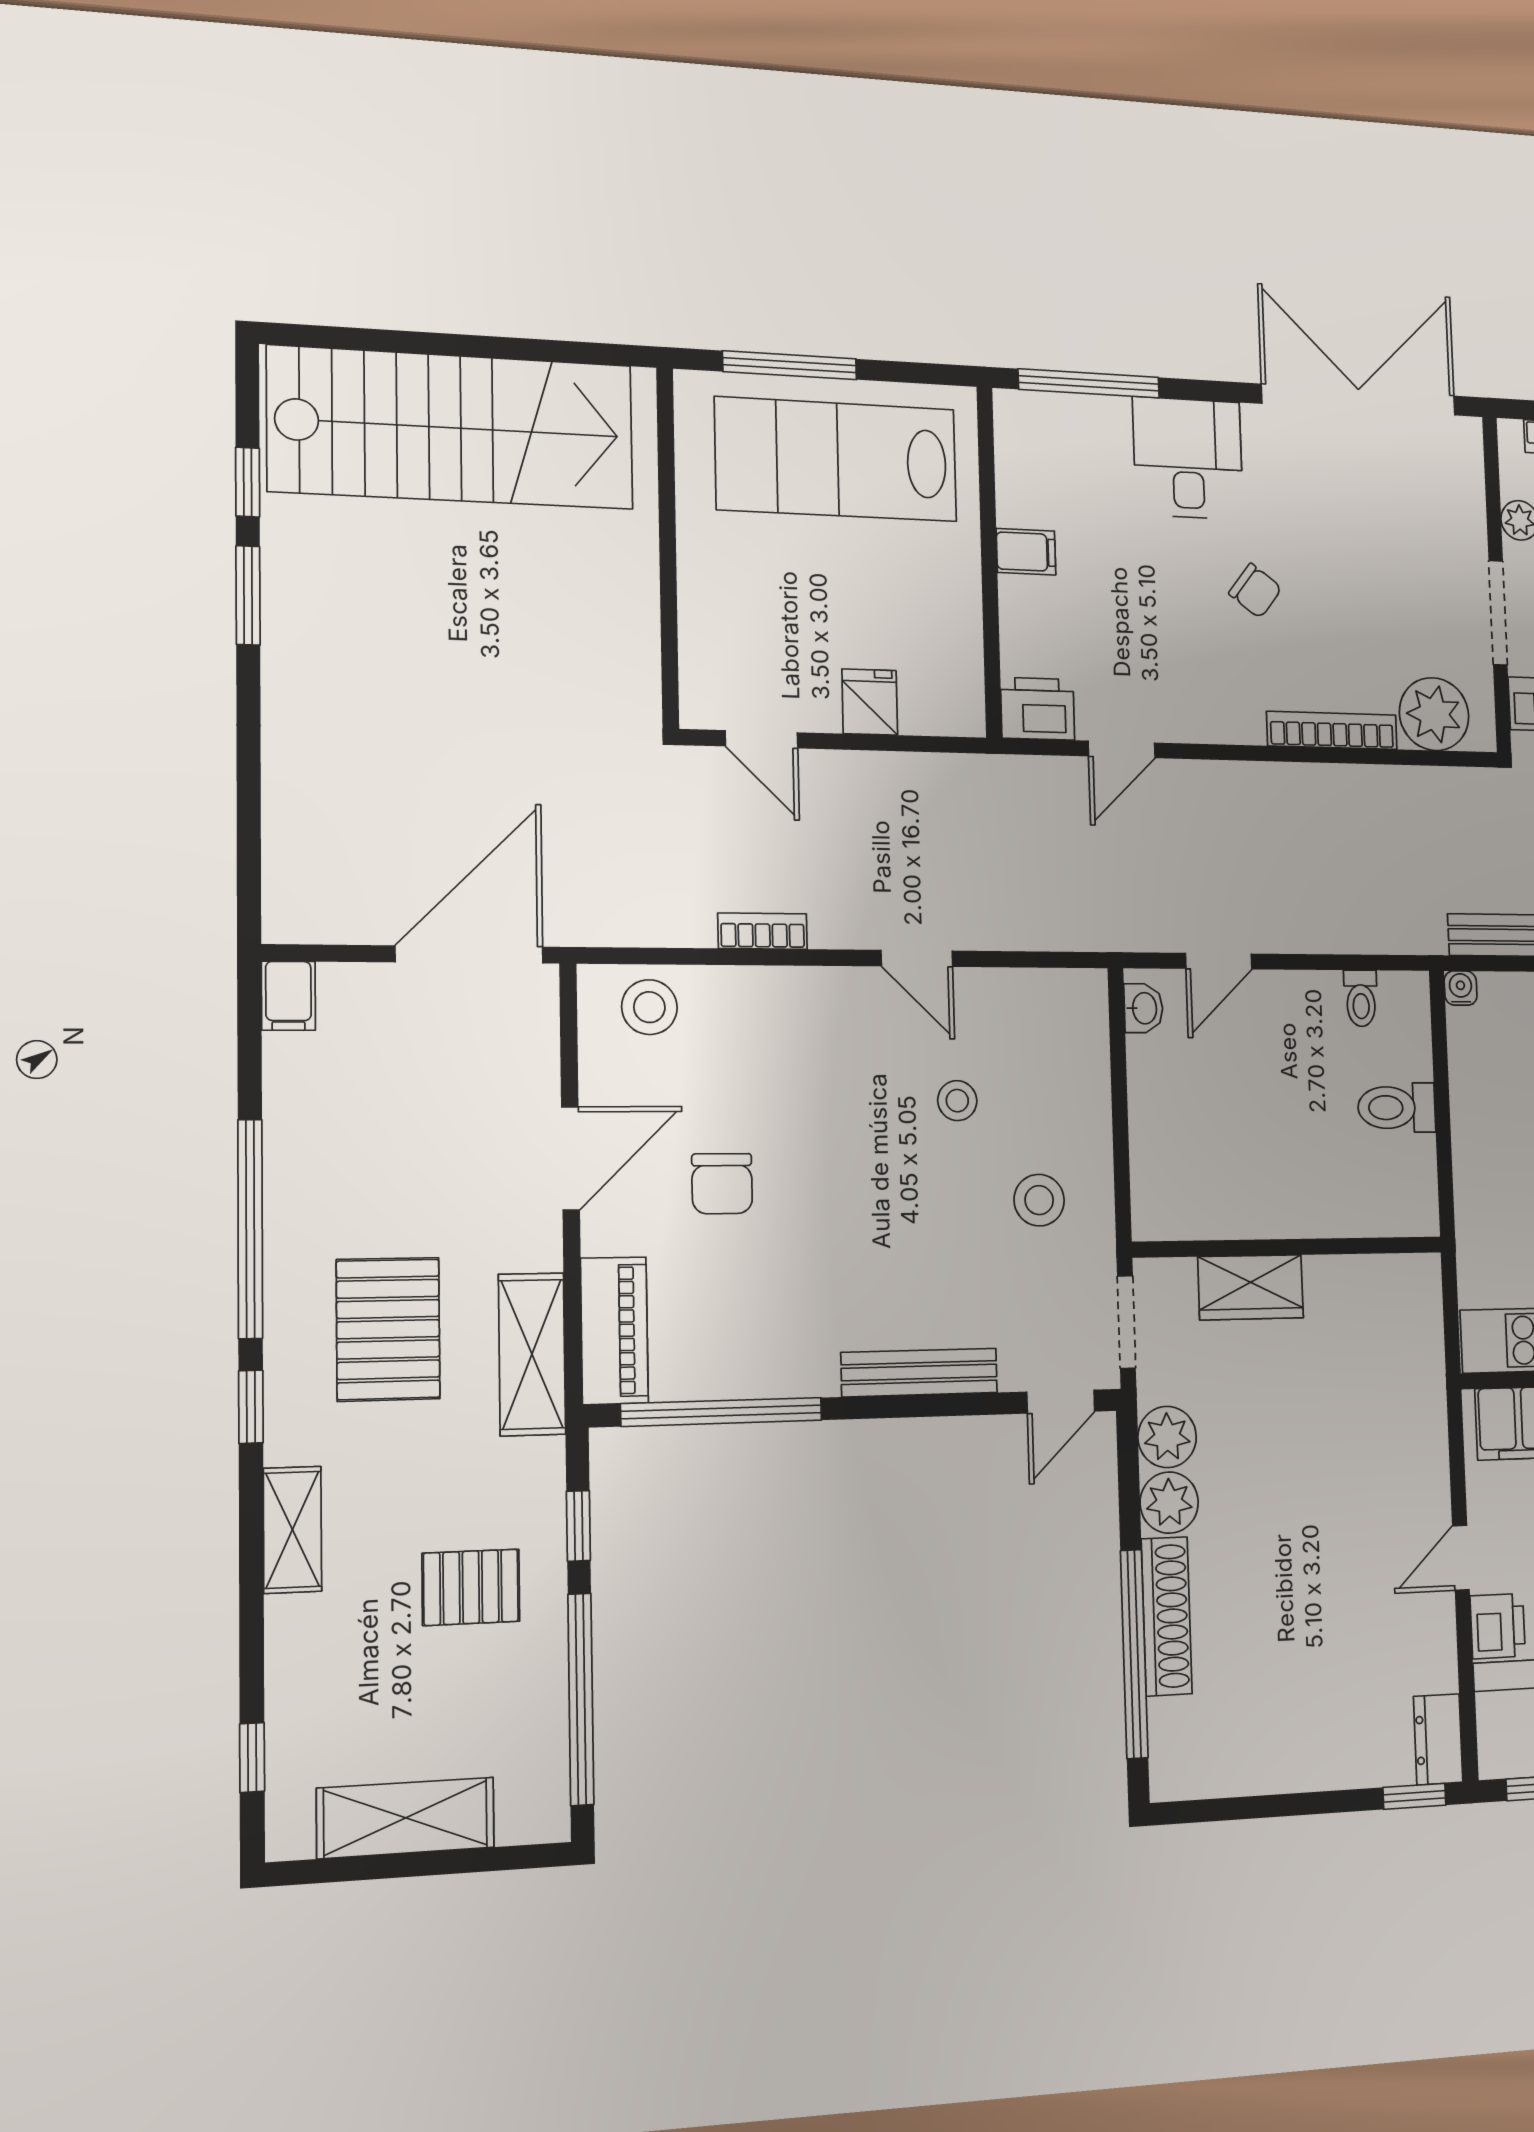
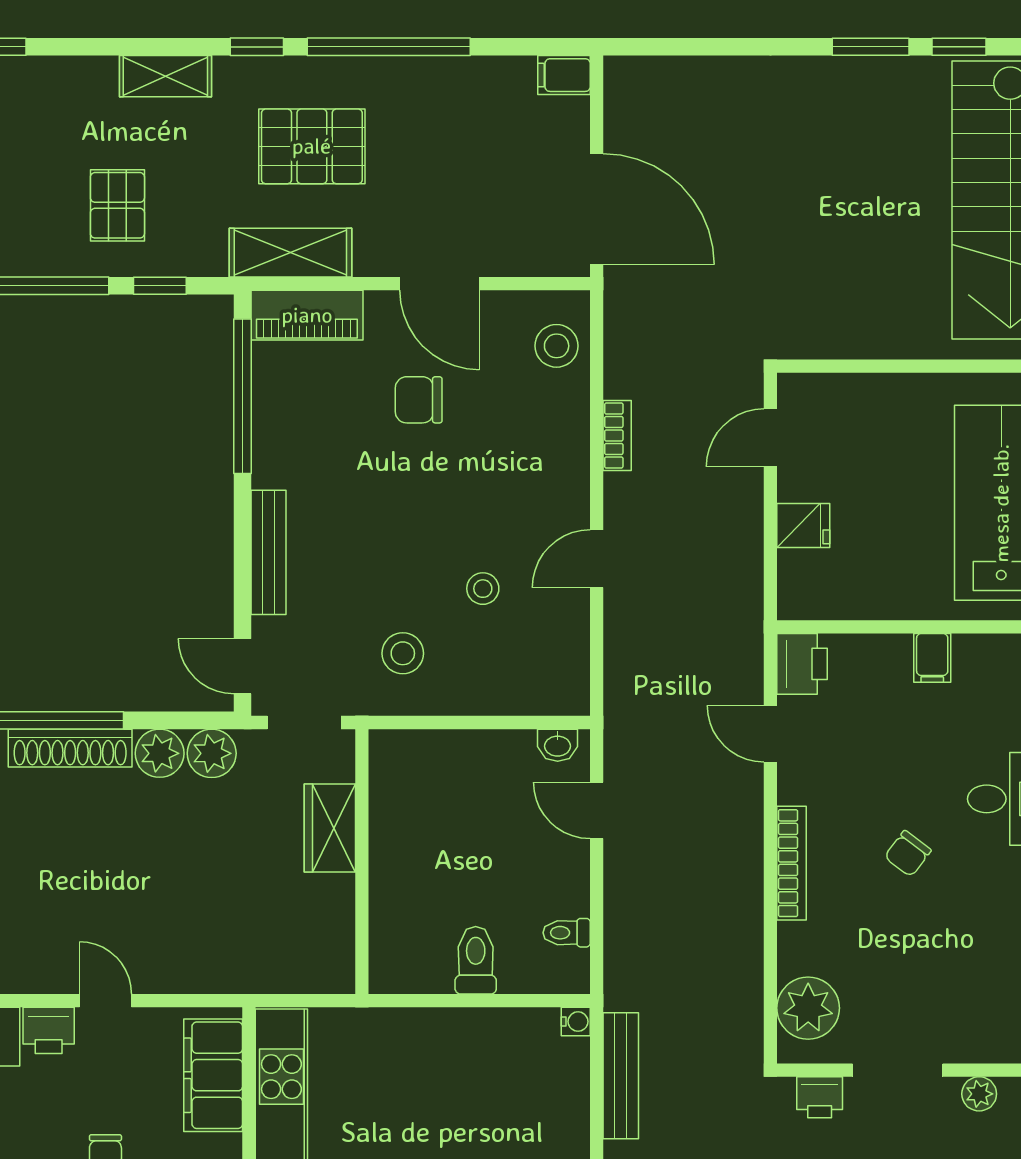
bookcase: (1332, 730) -> (792, 863), moved

